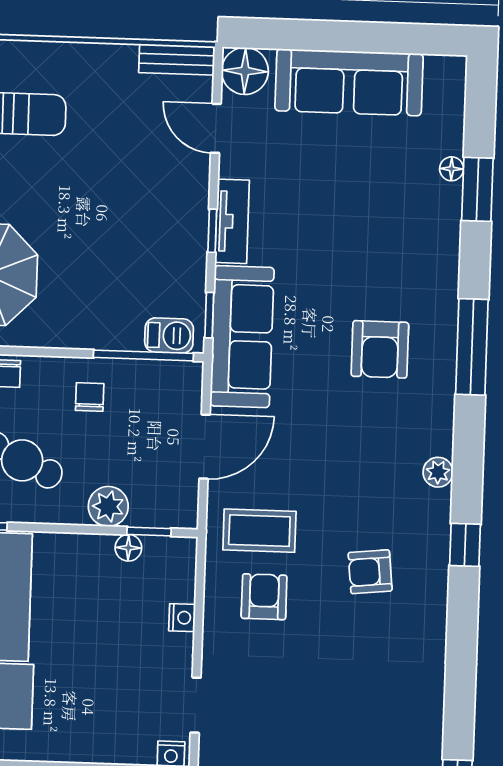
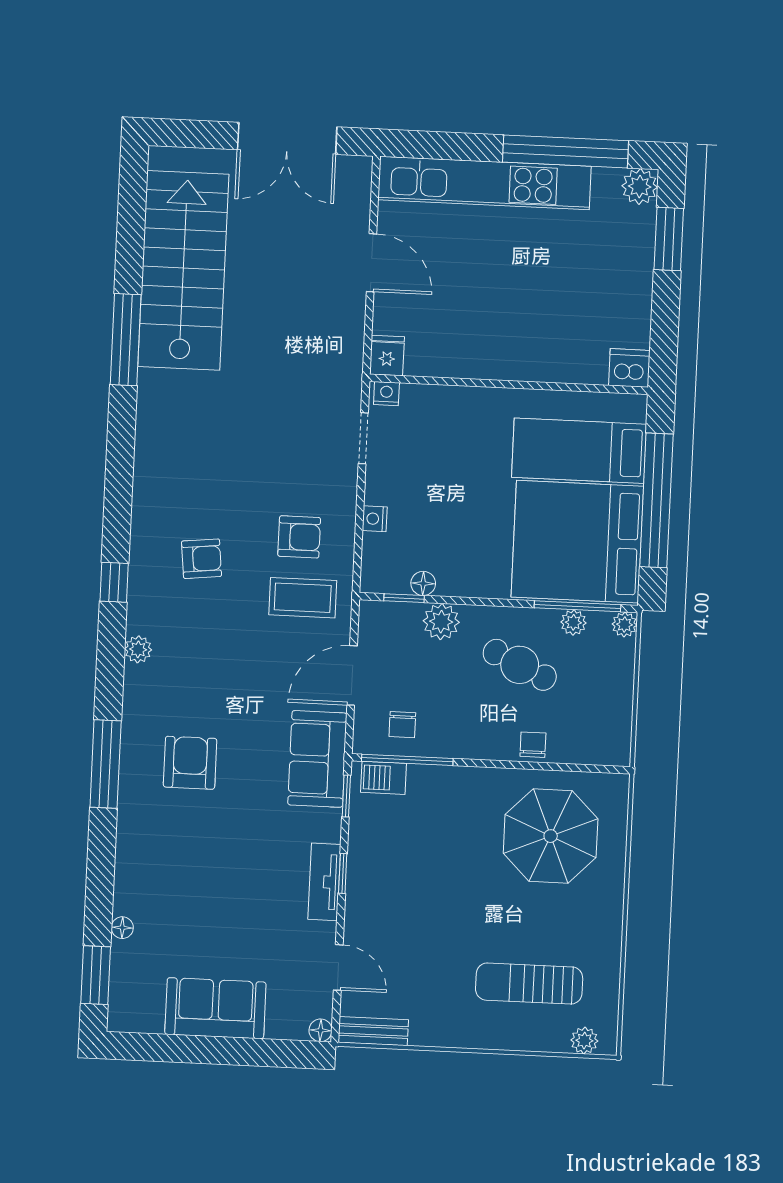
floor lamp: (245, 71) -> (321, 1030), width x0.53, depth x0.53
sofa: (349, 82) -> (215, 1008), width x0.73
window: (477, 189) -> (96, 975), moved
sofa: (242, 337) -> (317, 759), width x0.73
chair: (90, 397) -> (402, 725), moved
armchair: (264, 597) -> (299, 537), turned -90

